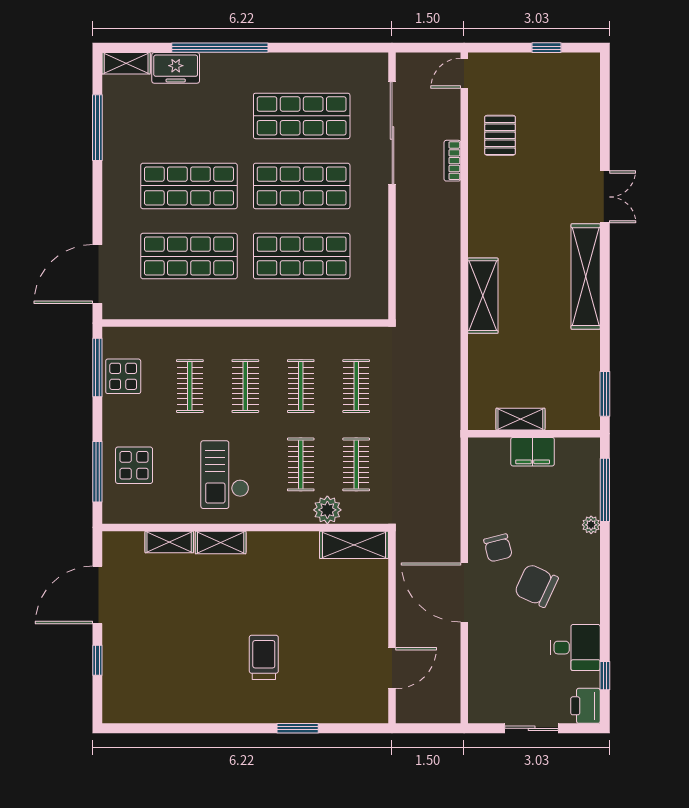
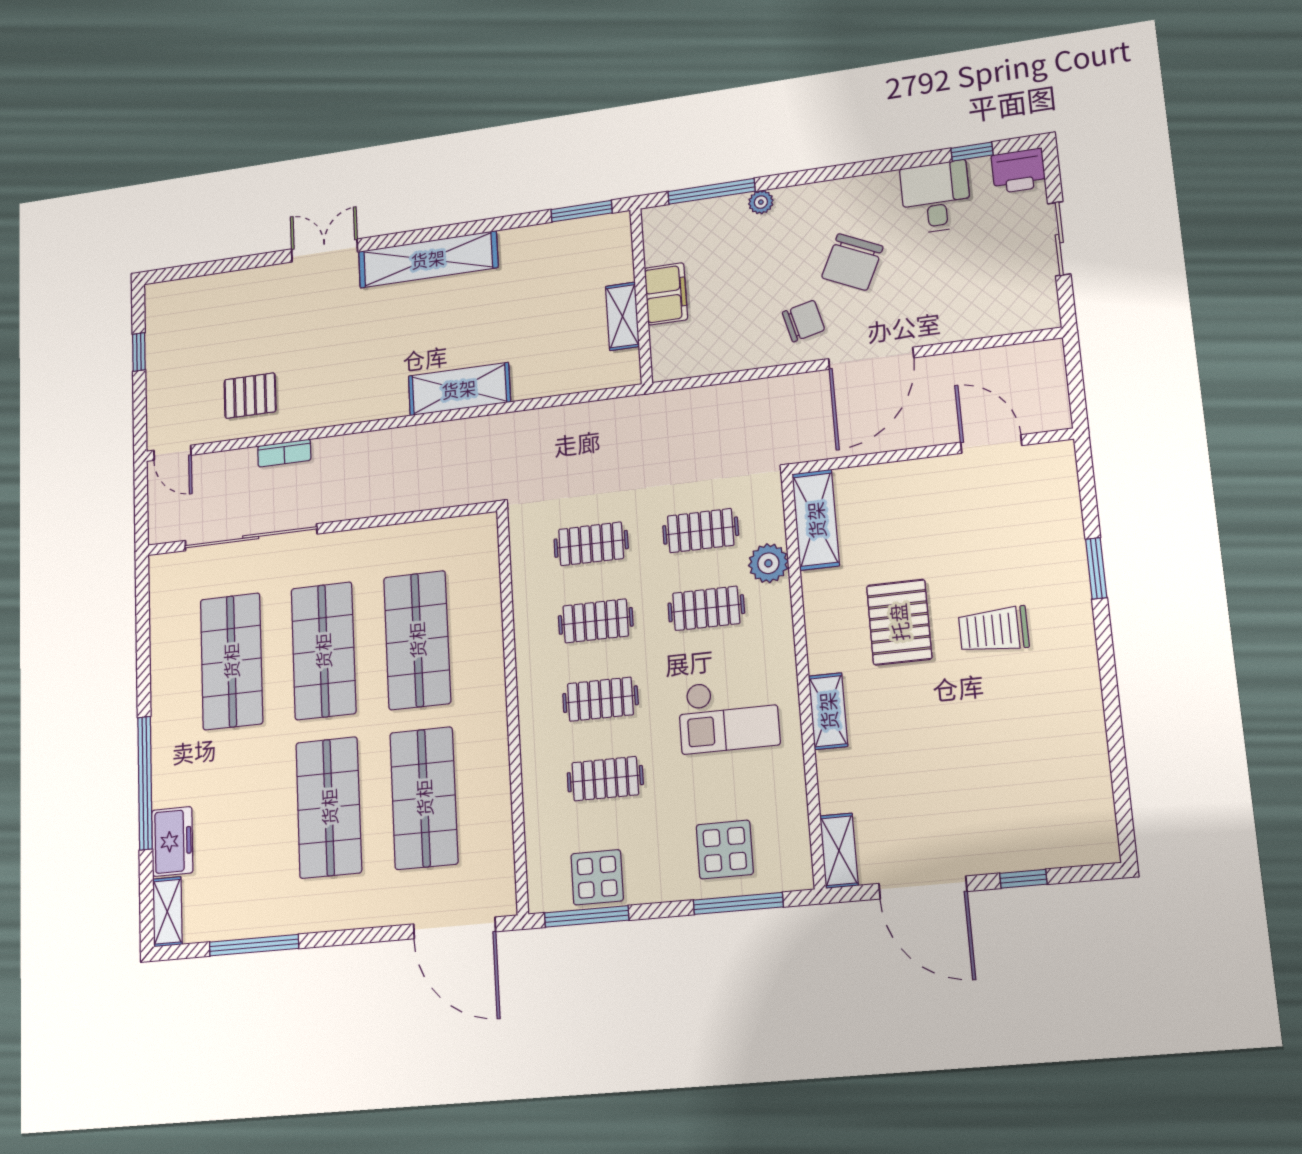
shelving: (169, 542) -> (839, 851), moved
pallet: (276, 595) -> (899, 622), added

